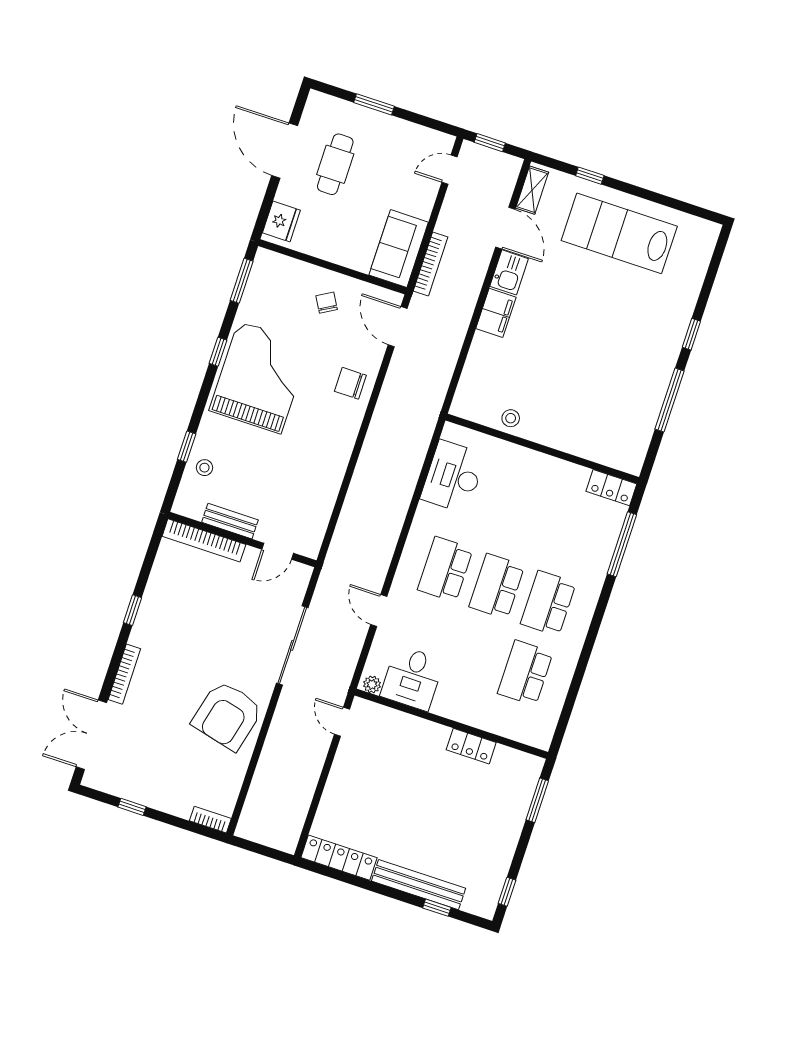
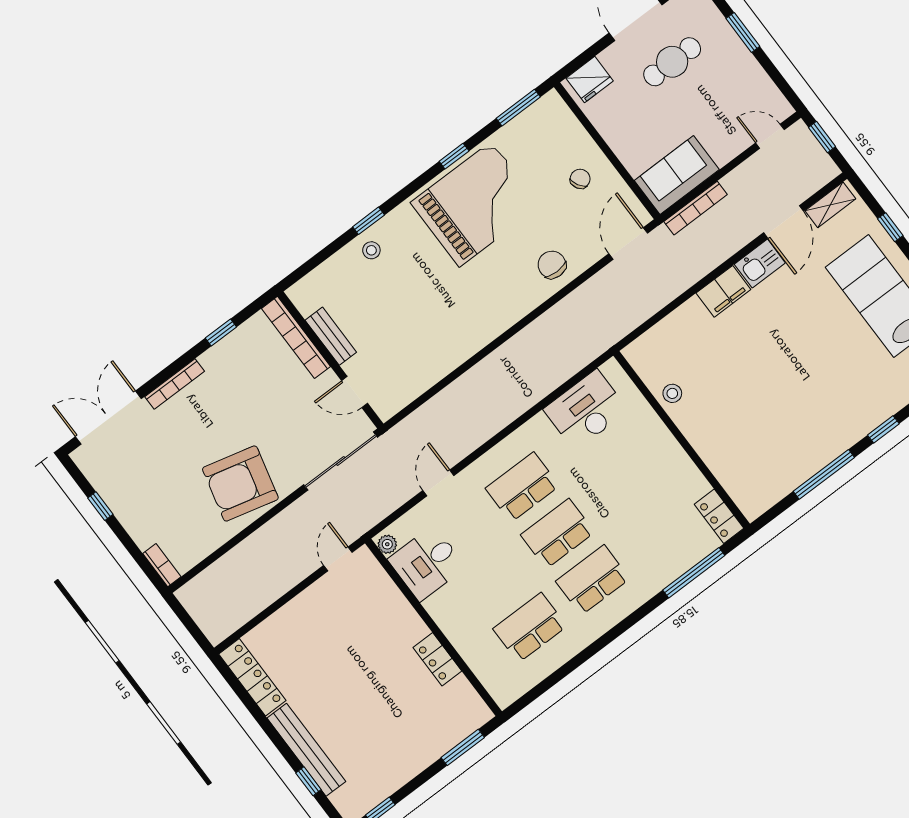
bench: (230, 521) -> (331, 336), moved
bookcase: (204, 540) -> (296, 337), moved
wall: (242, 540) -> (330, 360), moved
door: (278, 551) -> (355, 392), moved

